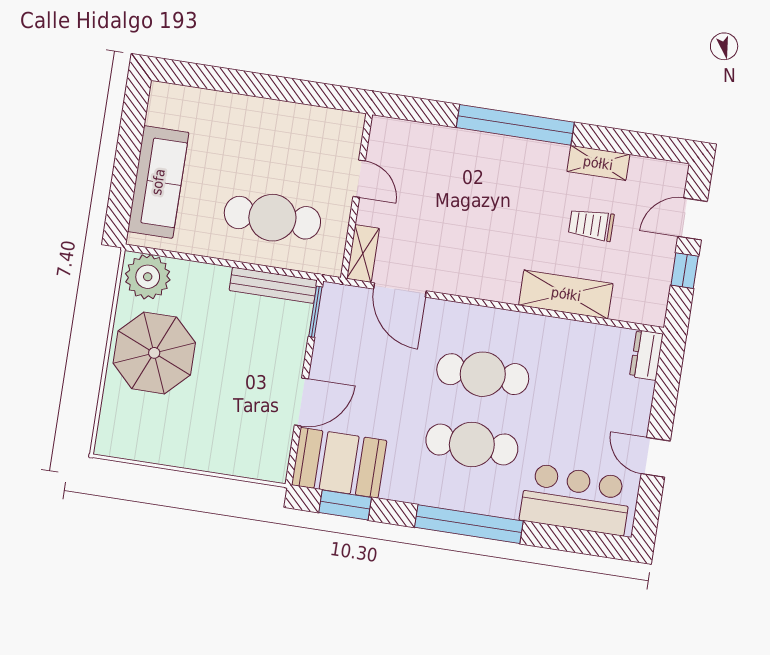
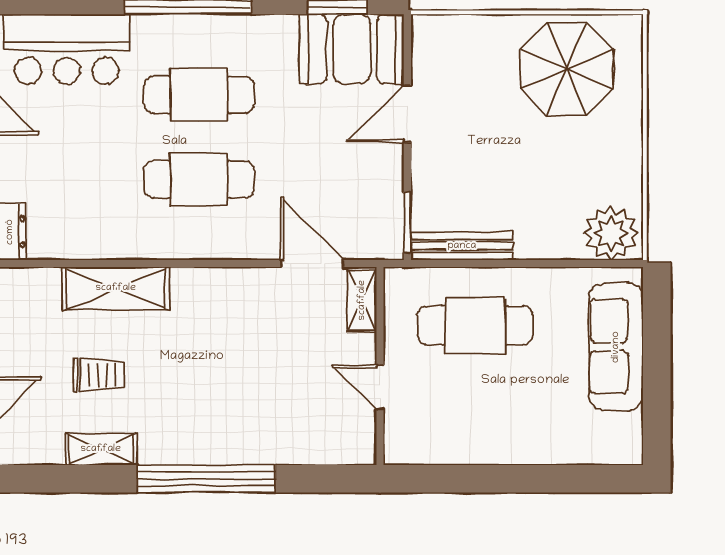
parasol: (154, 353) -> (567, 69), moved

